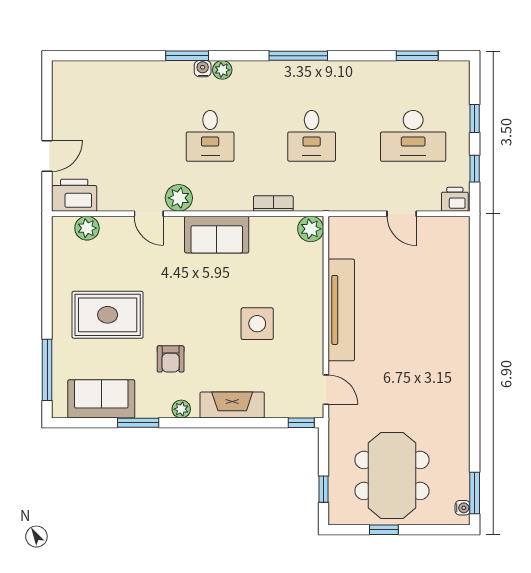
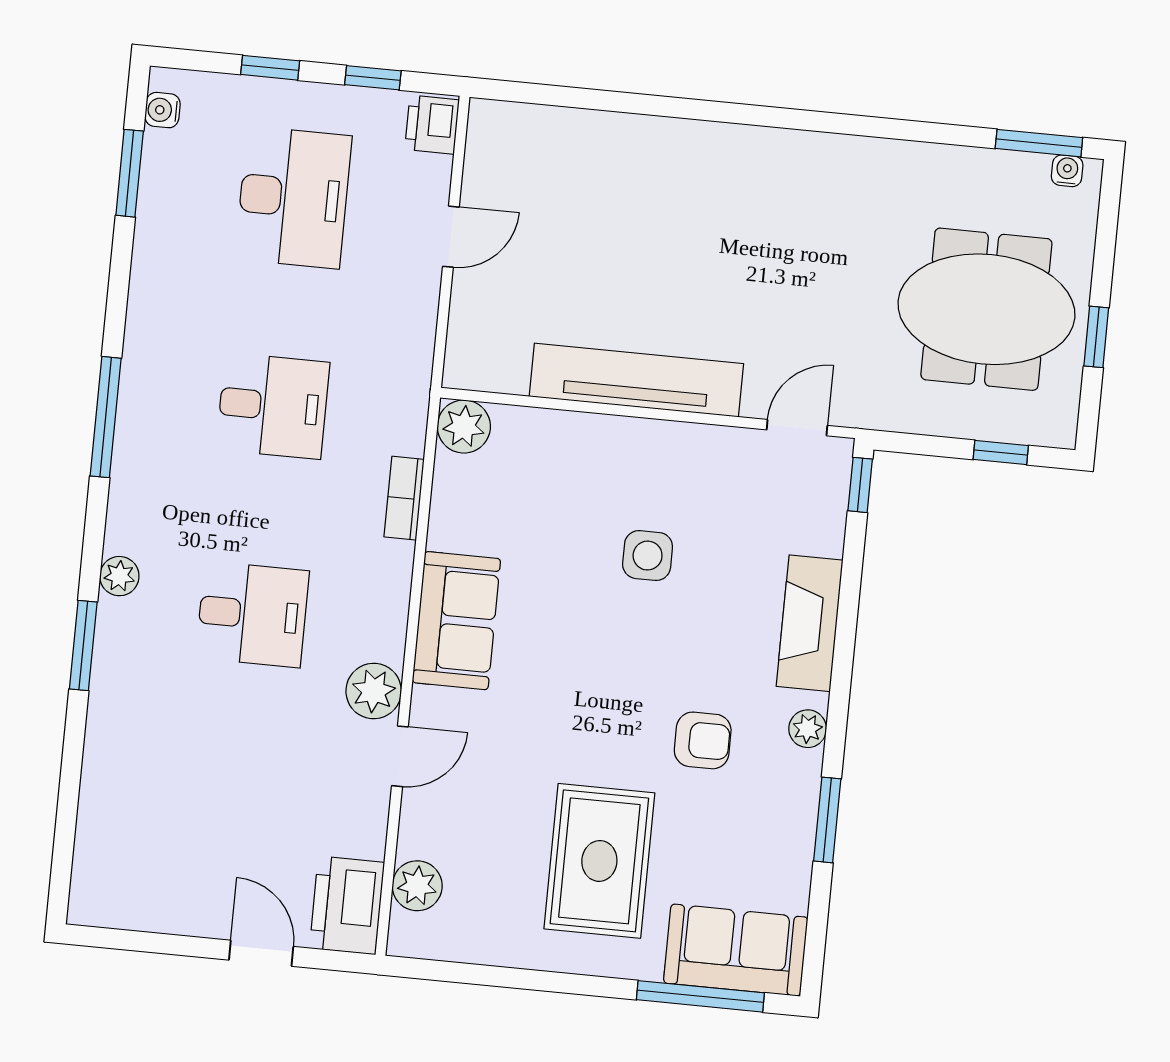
water cooler: (203, 69) -> (162, 110), moved
side table: (257, 324) -> (648, 556), width x0.73, depth x0.73
sofa: (101, 399) -> (736, 950), moved, turned 90

